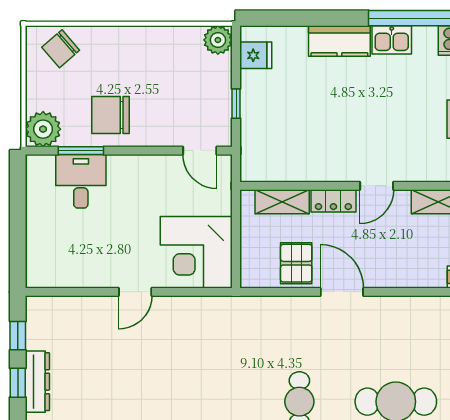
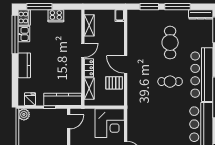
kitchen sink: (392, 40) -> (24, 34), moved
kitchen counter: (255, 136) -> (63, 99), added
door: (377, 186) -> (83, 50), hinge flipped
door: (342, 292) -> (126, 64), hinge flipped

